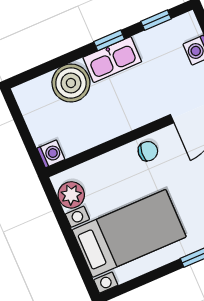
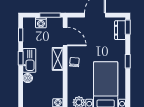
boiler: (71, 83) -> (28, 78), width x0.54, depth x0.54
shelving: (140, 115) -> (58, 59), added

